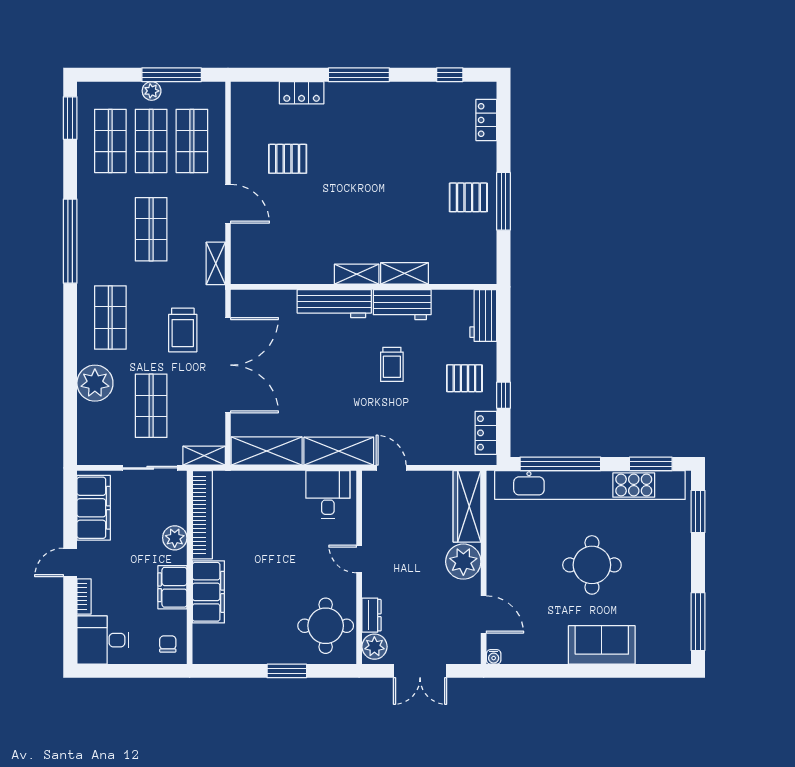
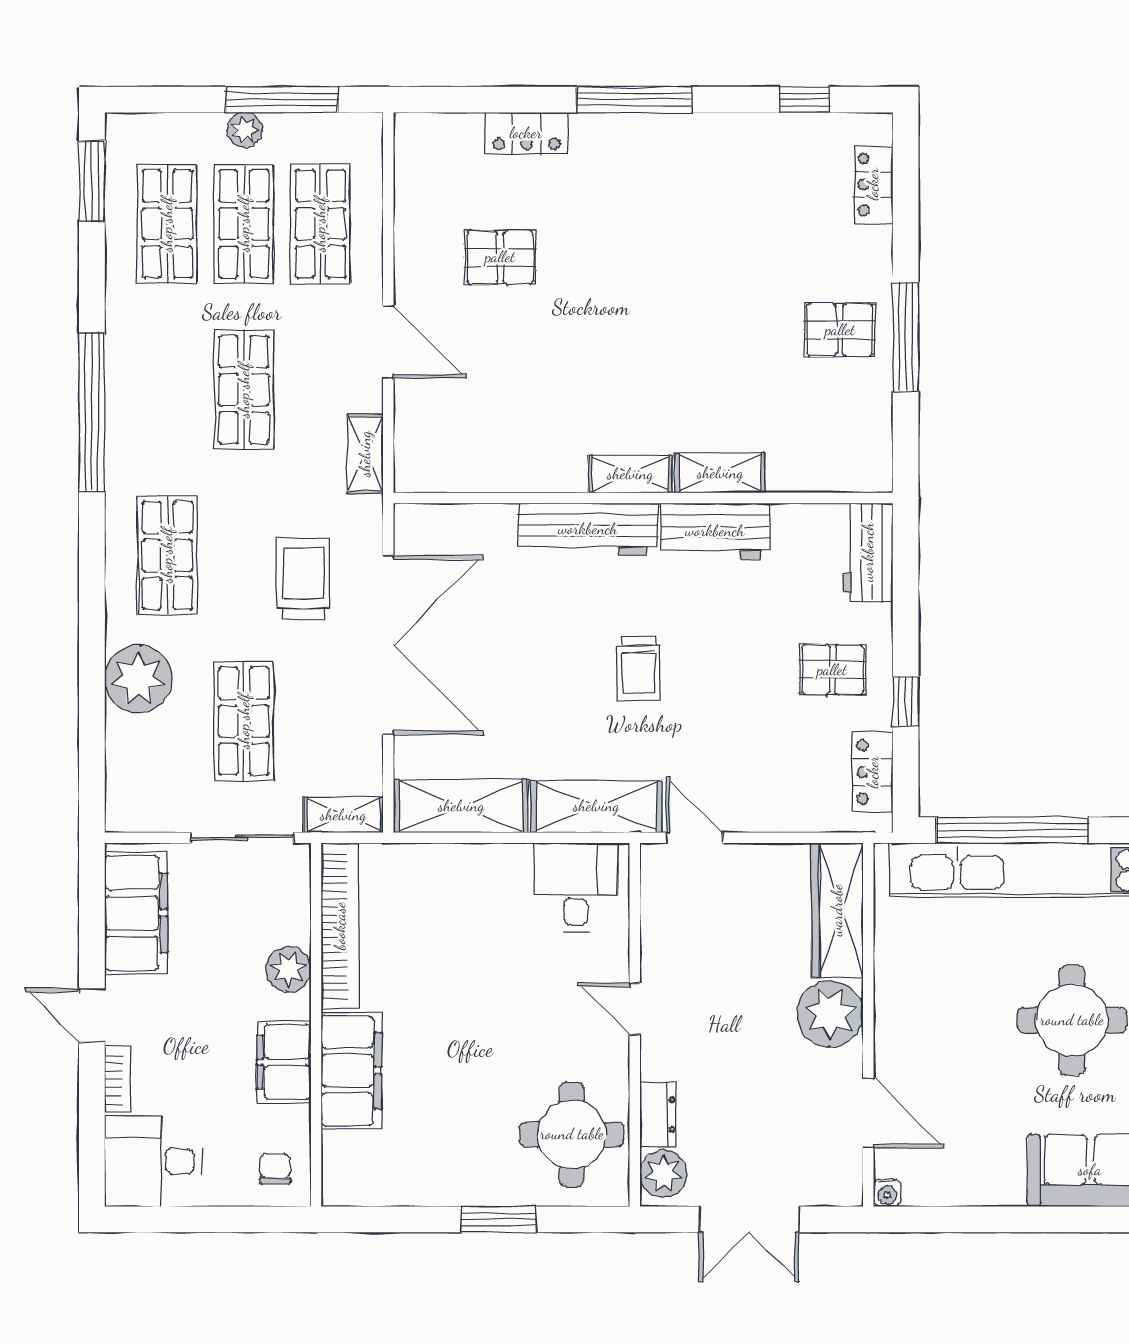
trolley: (183, 330) -> (303, 579), turned 180
trolley: (392, 364) -> (638, 668), moved
door: (70, 562) -> (92, 1015), hinge flipped

